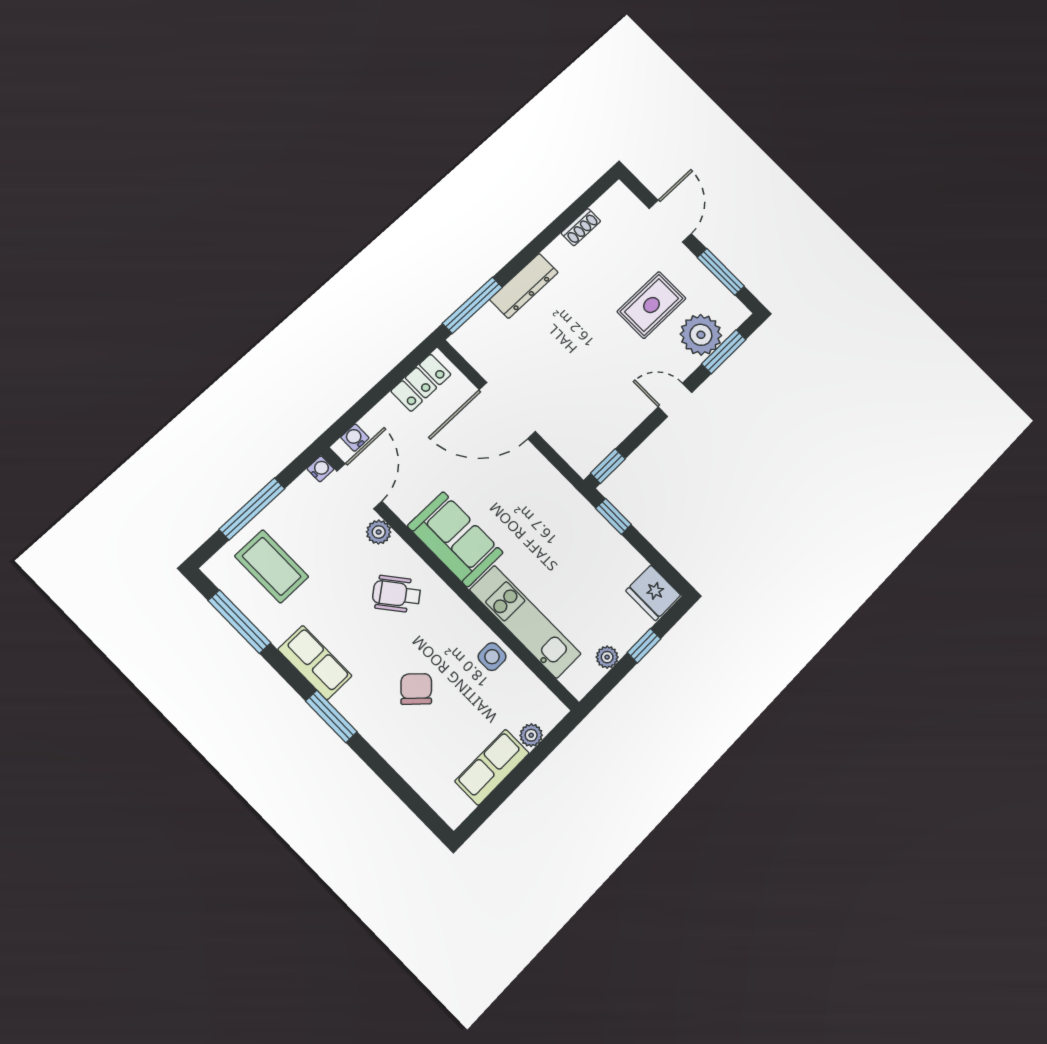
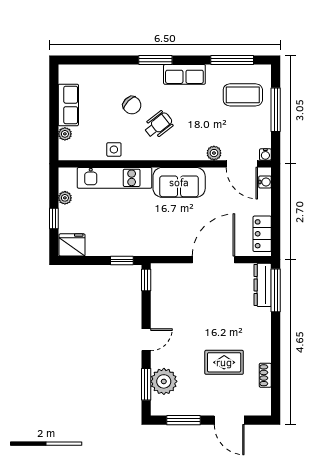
dresser: (524, 286) -> (263, 285), moved
rug: (652, 305) -> (224, 362), moved, turned 90
wheelchair: (397, 594) -> (158, 125), moved

